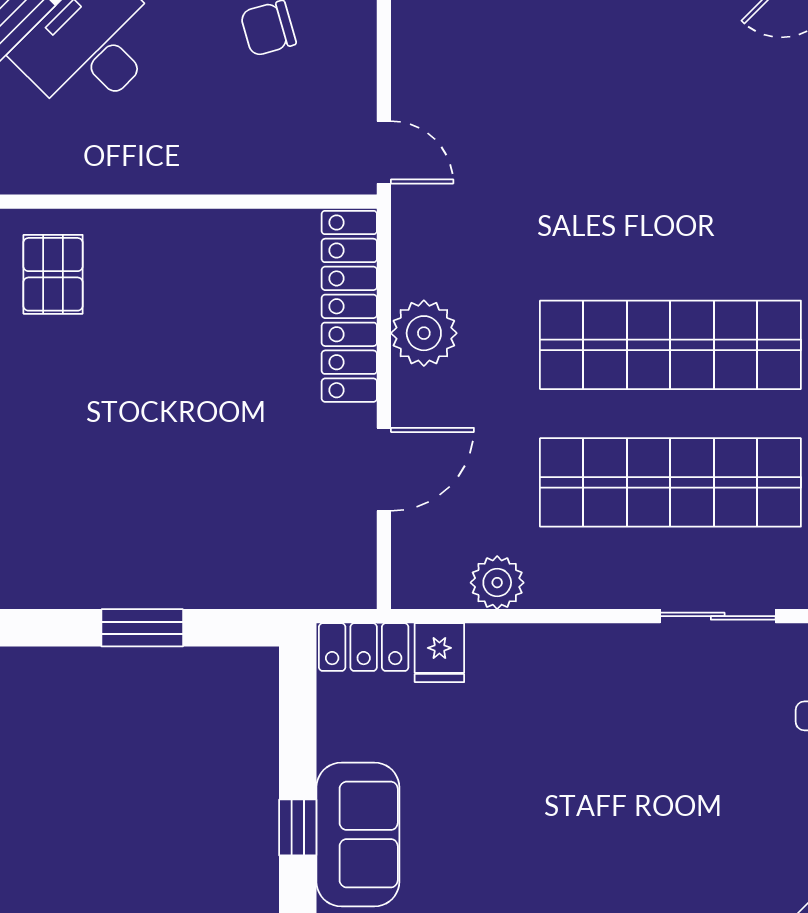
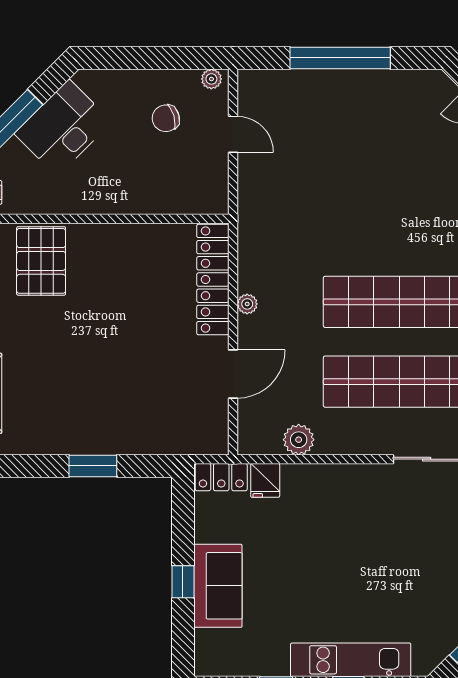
door: (384, 152) -> (233, 134), moved
pallet: (53, 274) -> (41, 261), width x1.50, depth x1.42
plant: (424, 333) -> (247, 304), width x0.53, depth x0.53

